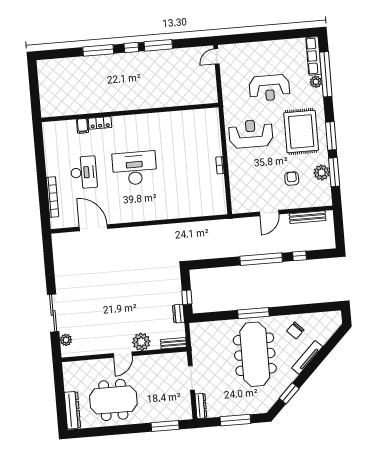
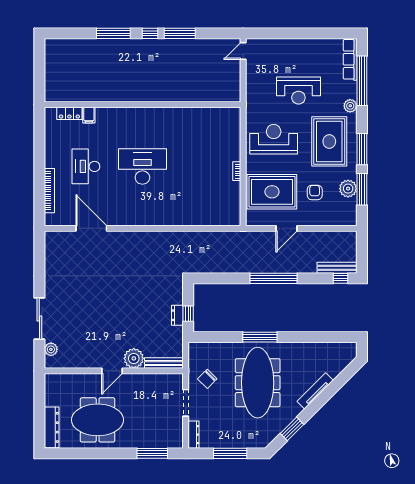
plant: (316, 82) -> (350, 106), moved
locker: (100, 123) -> (69, 113), moved
desk: (84, 172) -> (86, 166), turned 180
rug: (253, 181) -> (272, 192), added
bench: (308, 217) -> (337, 268), moved
window: (299, 256) -> (341, 278), moved
dresser: (178, 314) -> (177, 315), moved
chair: (295, 330) -> (207, 379), moved
bench: (173, 343) -> (164, 363), width x1.36

